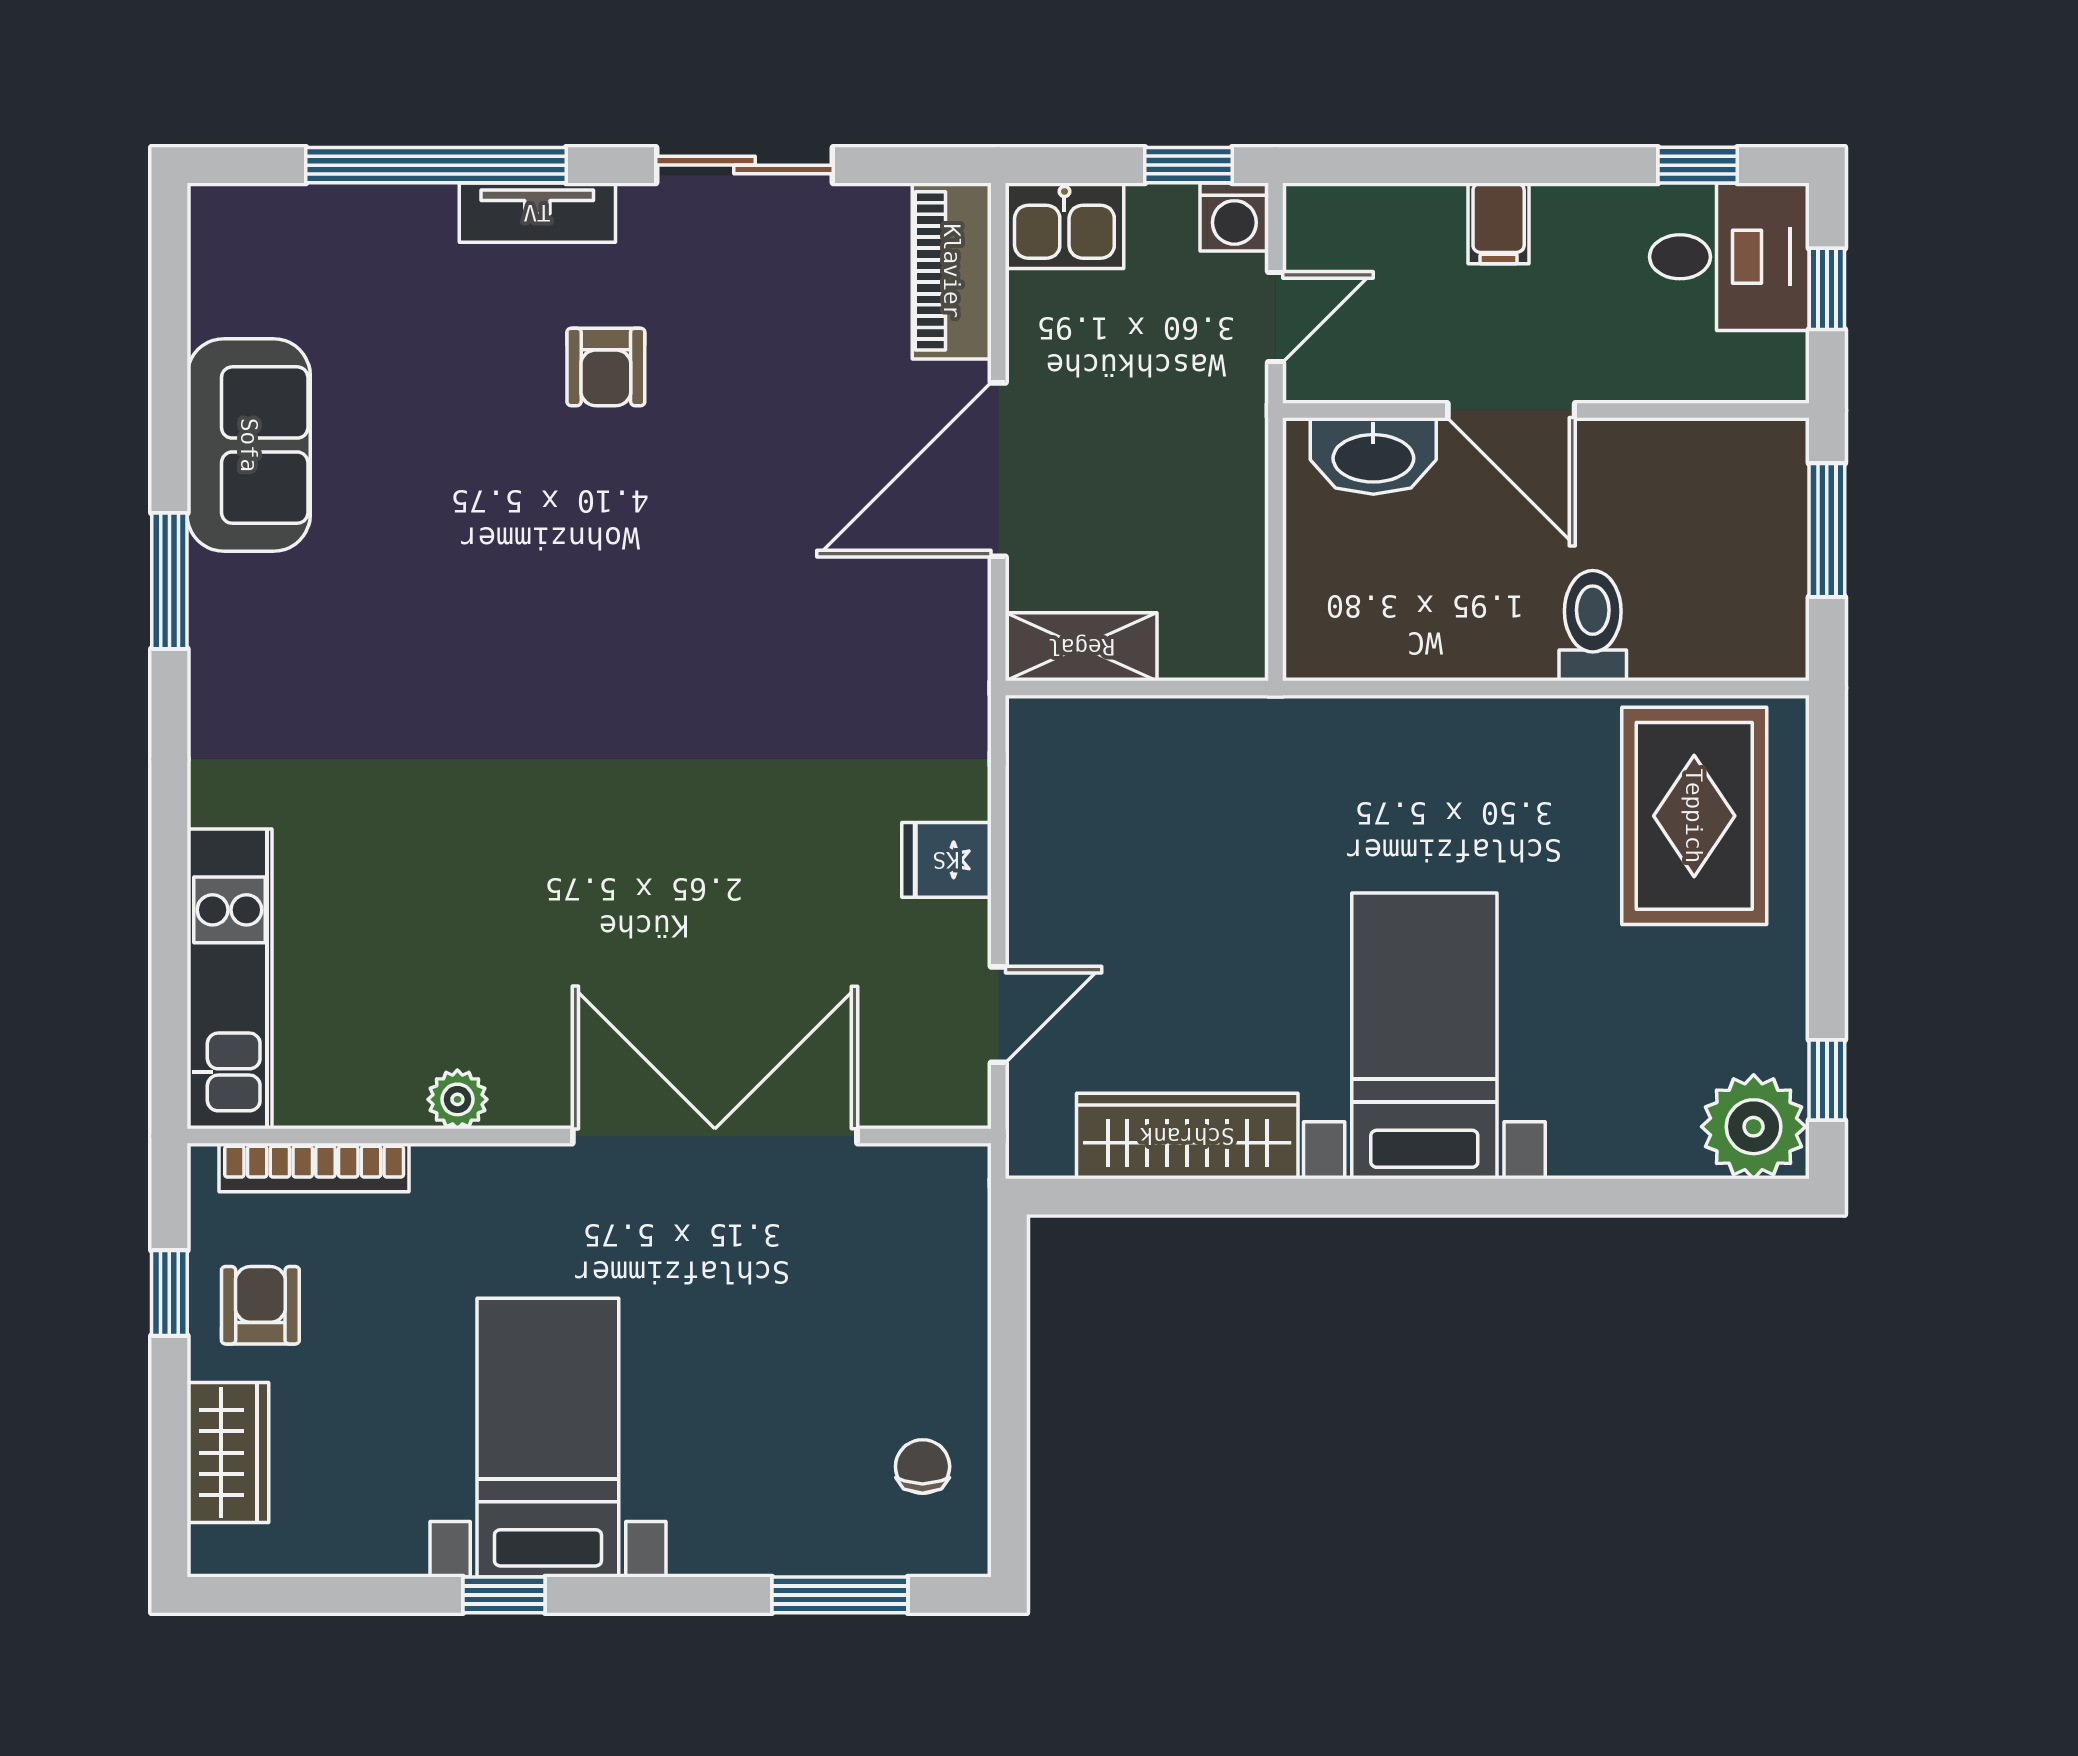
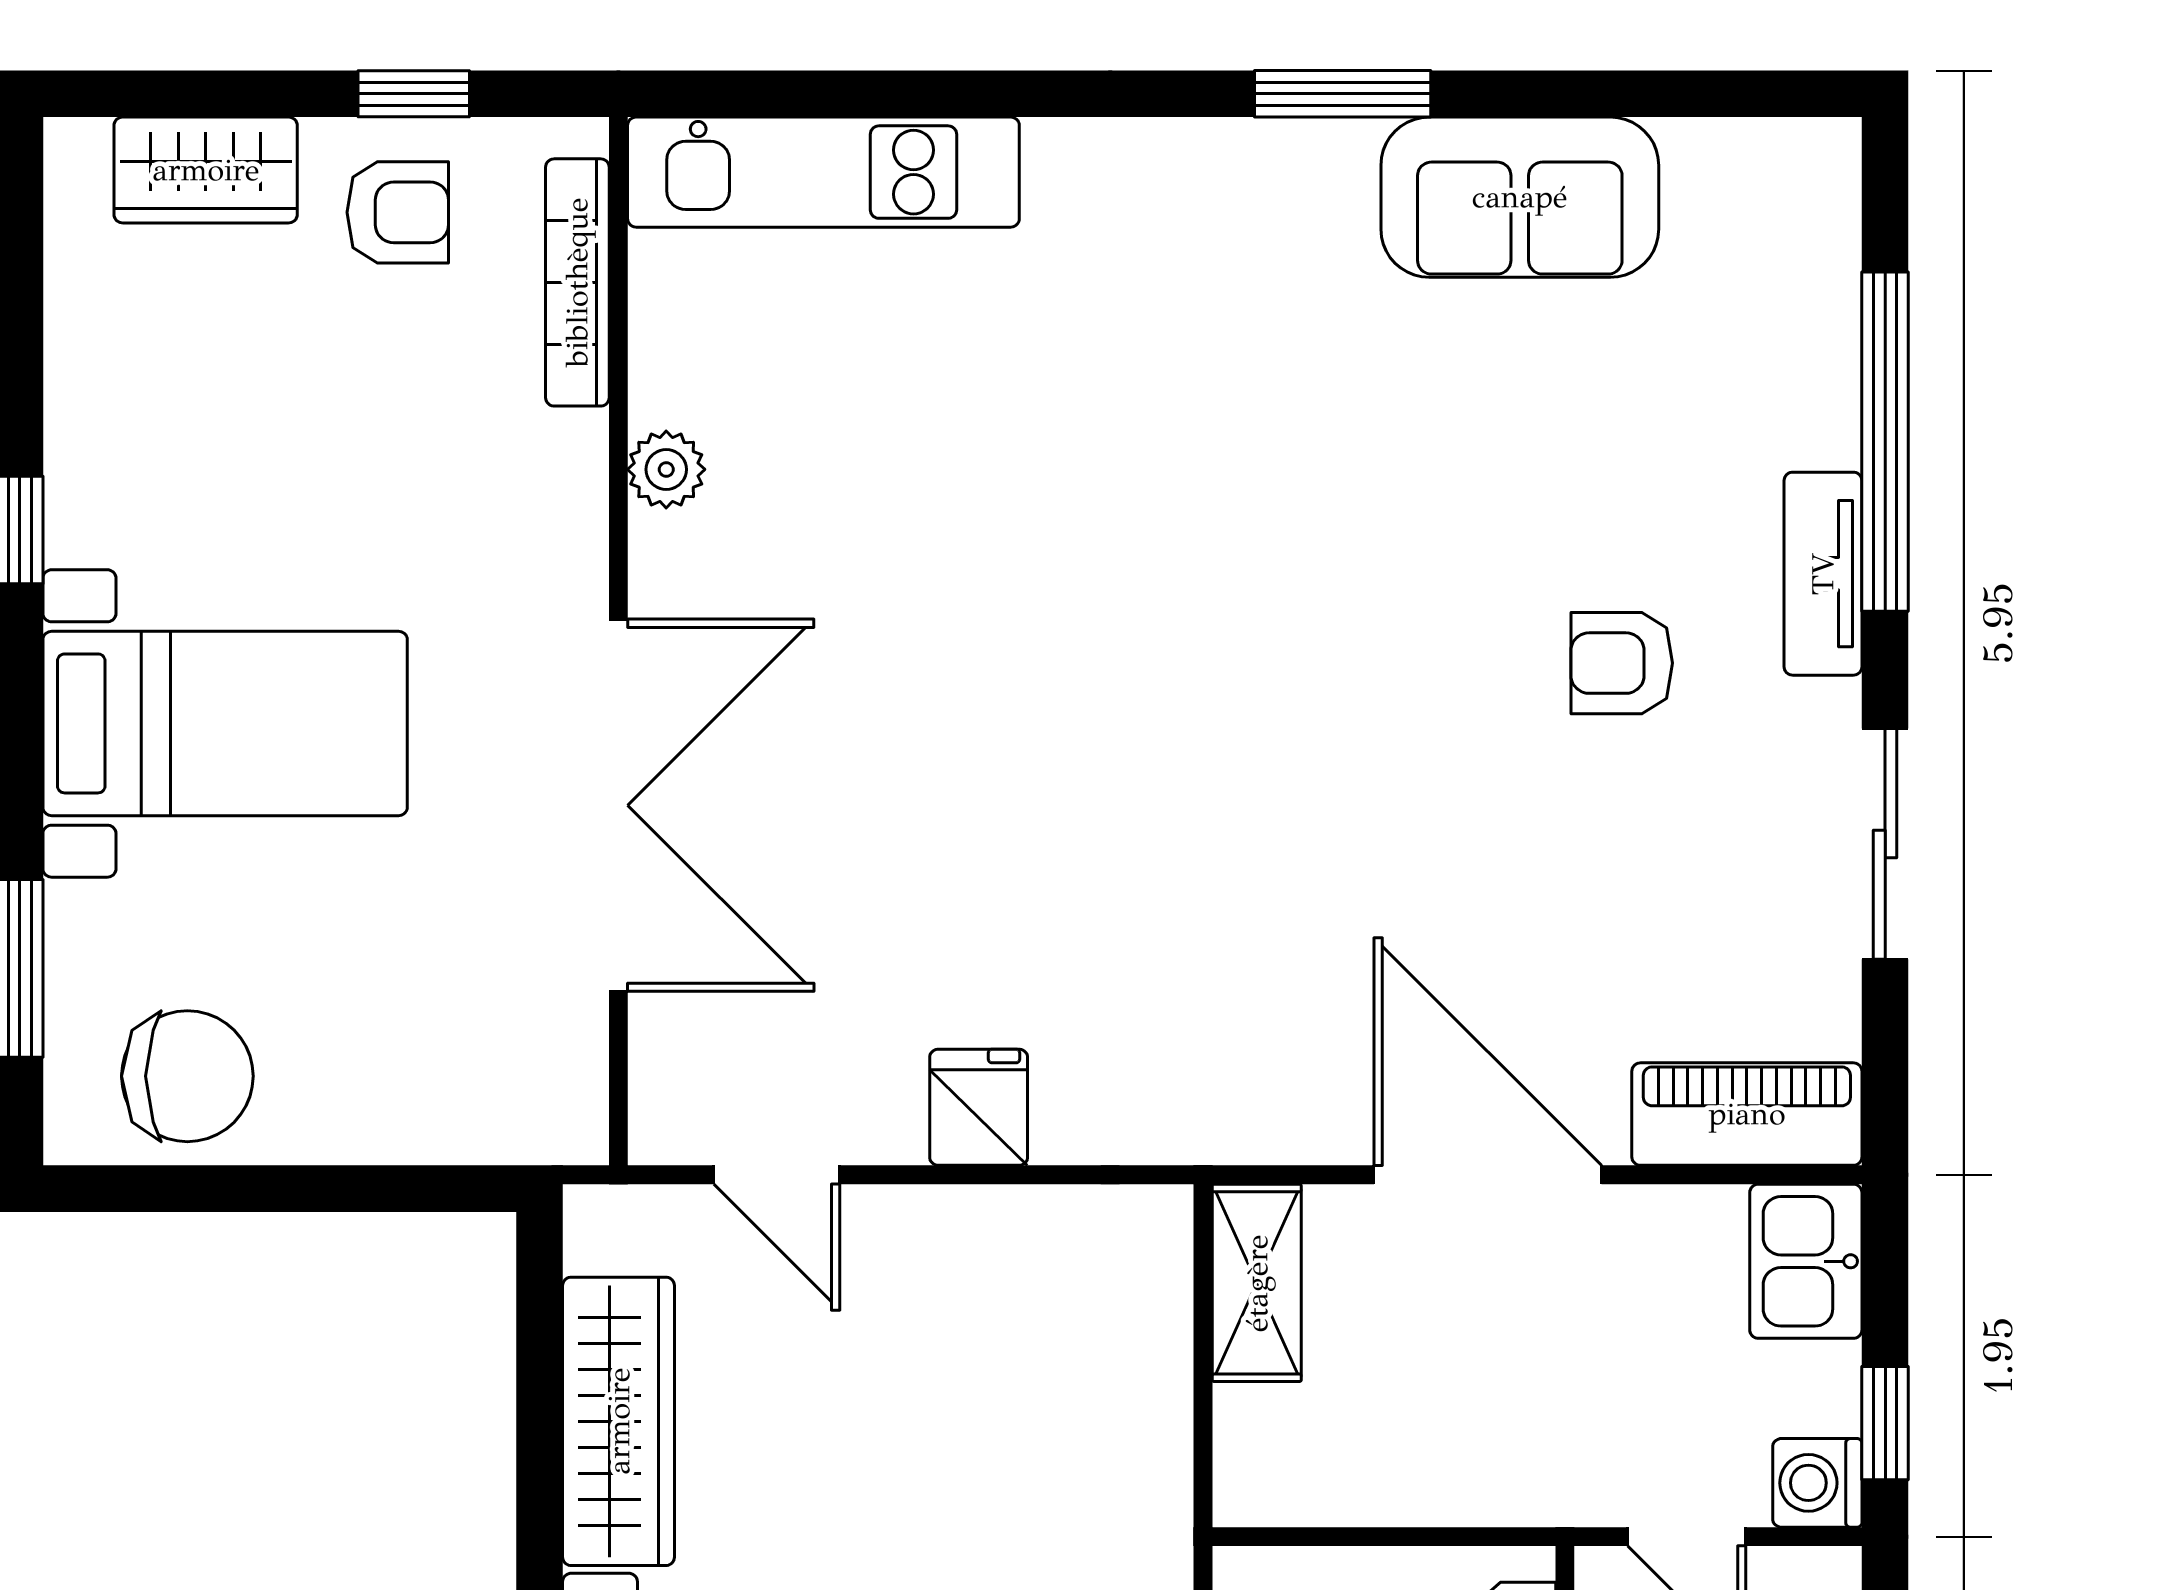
bed with nightstands: (548, 1438) -> (225, 723), moved
chair: (923, 1467) -> (187, 1076), width x1.87, depth x1.87

